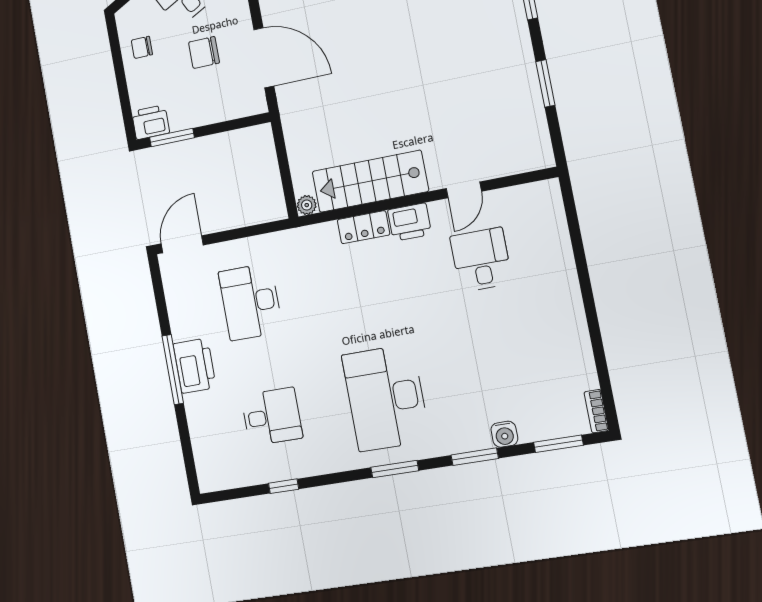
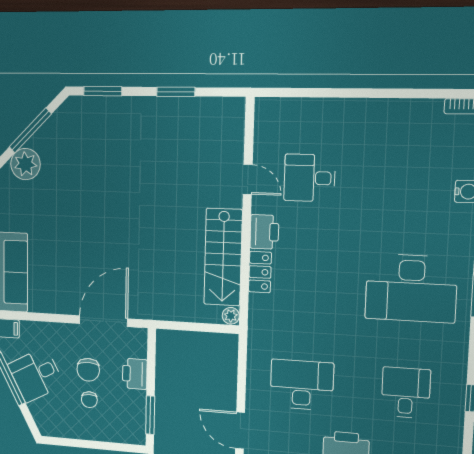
chair: (142, 47) -> (89, 400), moved
printer: (151, 122) -> (135, 374), moved
desk: (251, 302) -> (302, 385), turned 180

